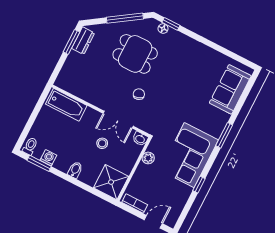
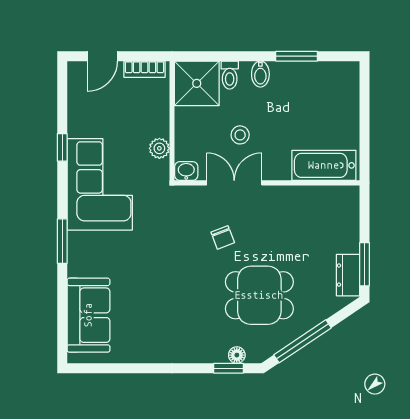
toilet: (30, 146) -> (230, 75), moved
washing machine: (48, 158) -> (310, 72), removed
window: (39, 163) -> (297, 56), moved

